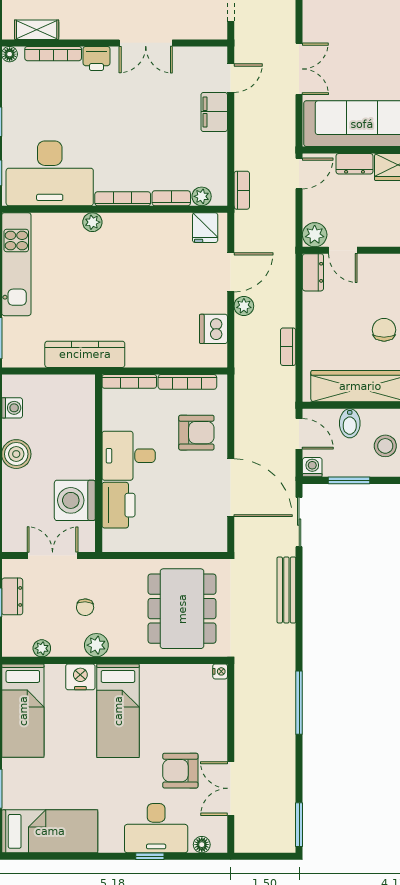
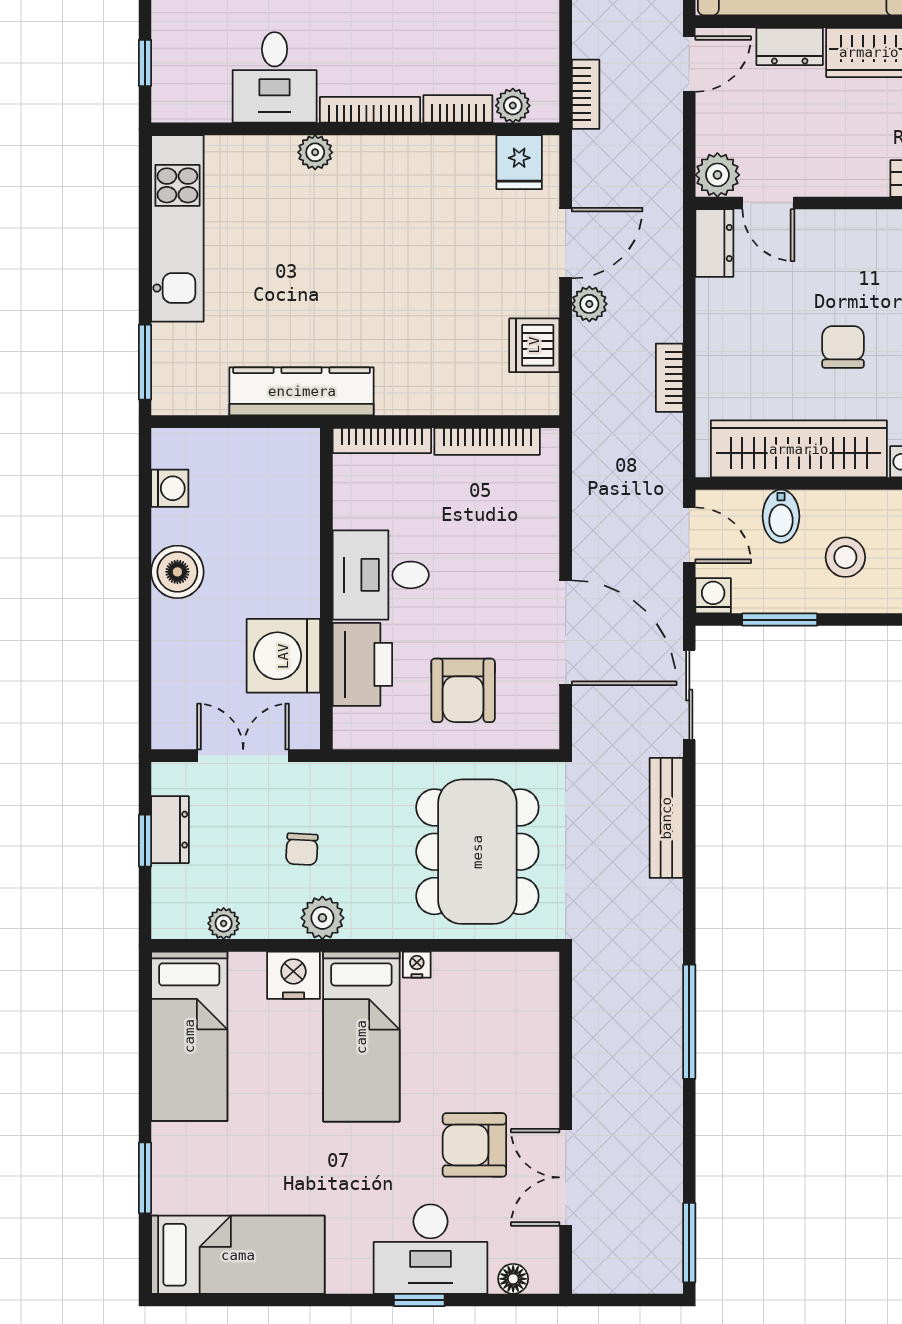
desk: (50, 173) -> (275, 77), width x0.53, depth x0.77
armchair: (196, 433) -> (463, 690), moved, turned 90
nightstand: (220, 671) -> (417, 965), moved, turned -90

